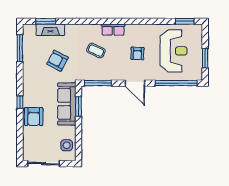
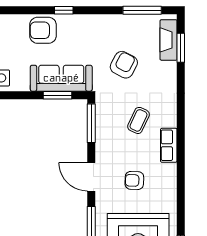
fireplace: (50, 30) -> (169, 40), moved
door: (135, 83) -> (91, 177), hinge flipped

